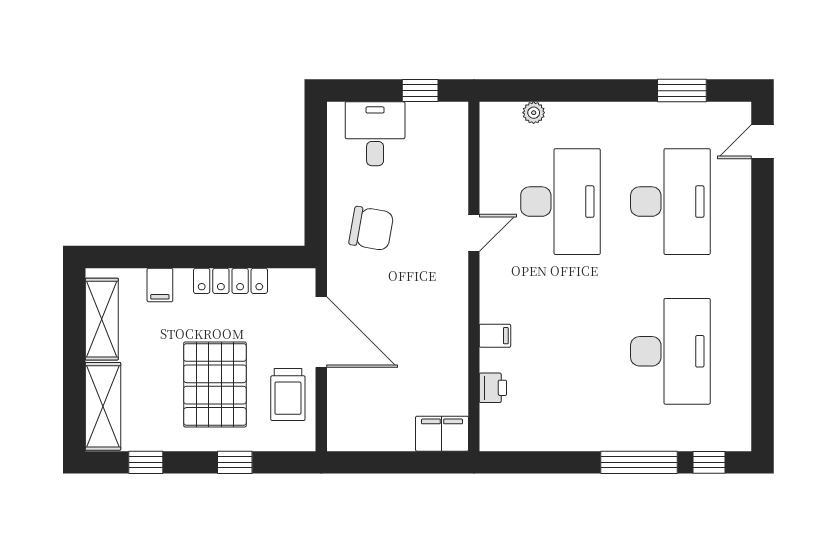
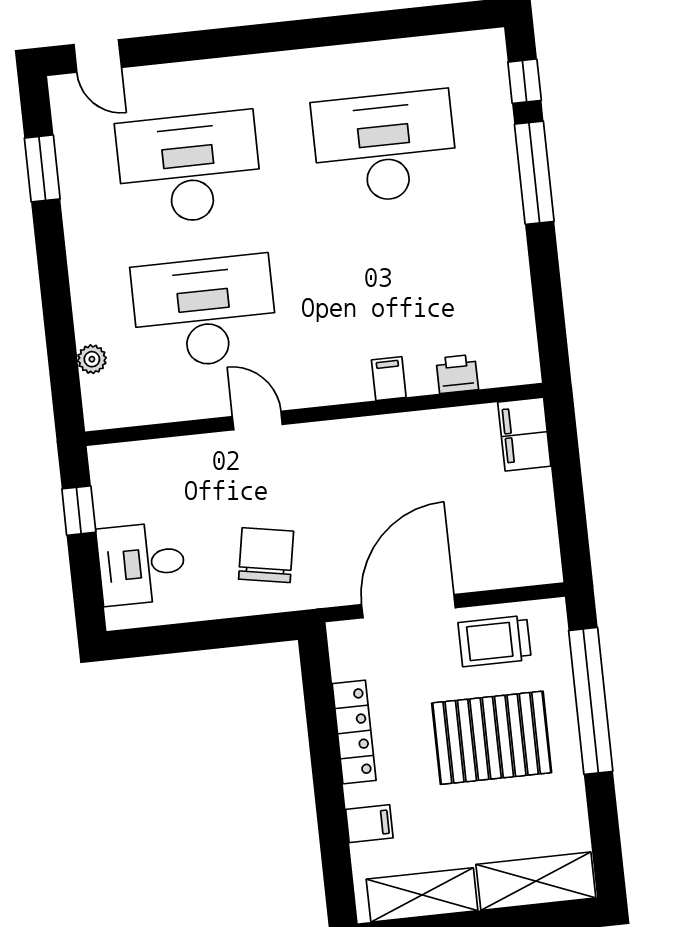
trolley: (288, 394) -> (495, 641), turned 180
window: (146, 462) -> (603, 817), removed
window: (235, 462) -> (591, 701), width x3.17

